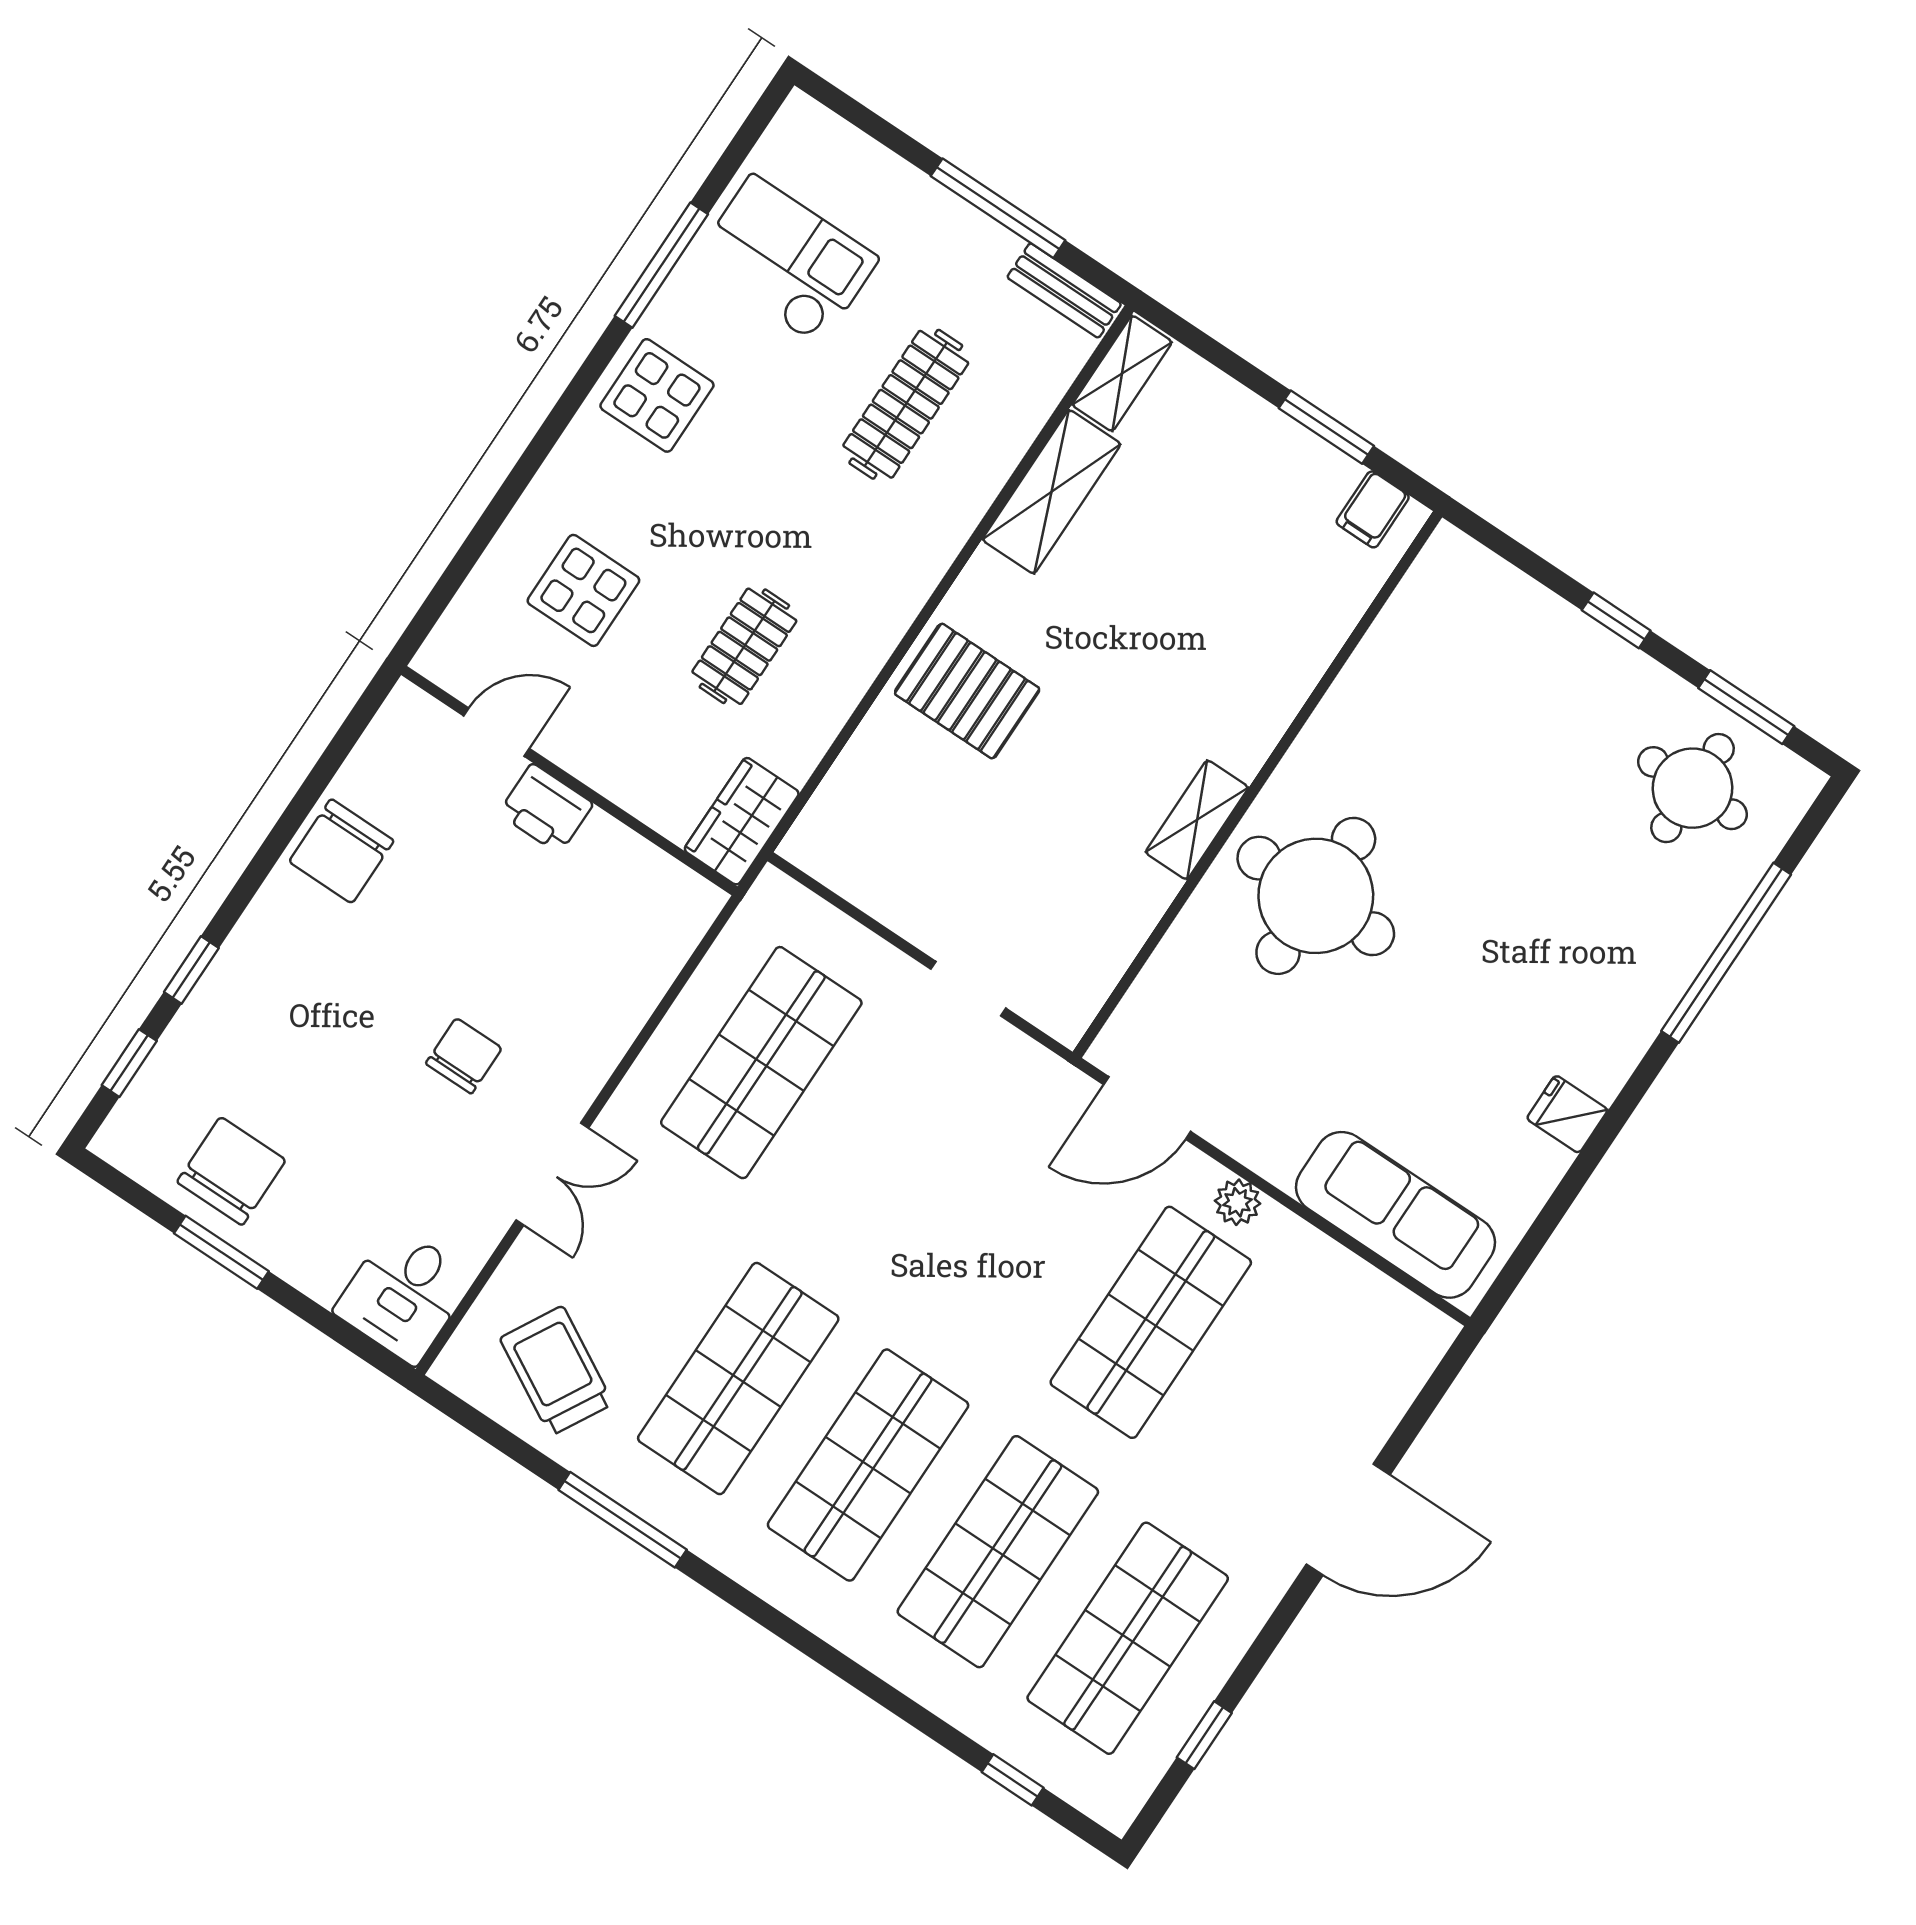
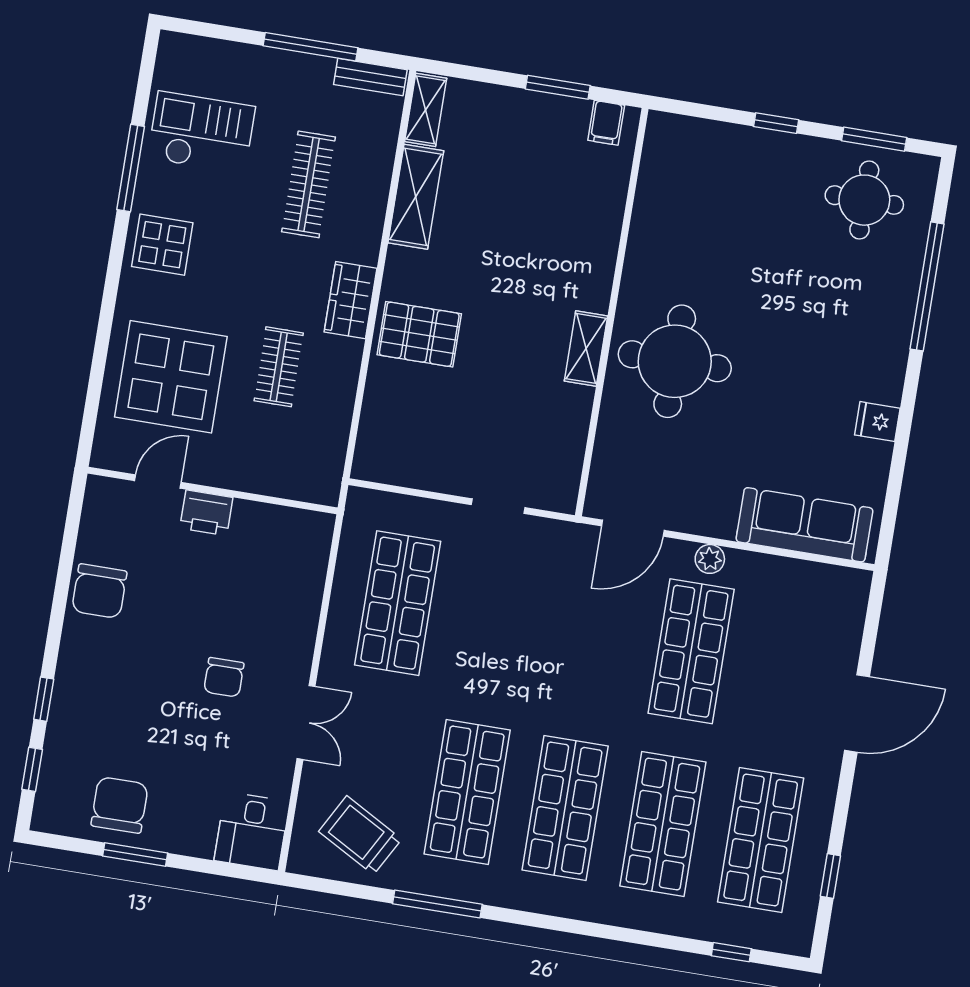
display table: (583, 590) -> (171, 377), width x1.86, depth x1.86
wardrobe: (742, 821) -> (351, 300), moved
chair: (464, 1056) -> (224, 677), turned 180

